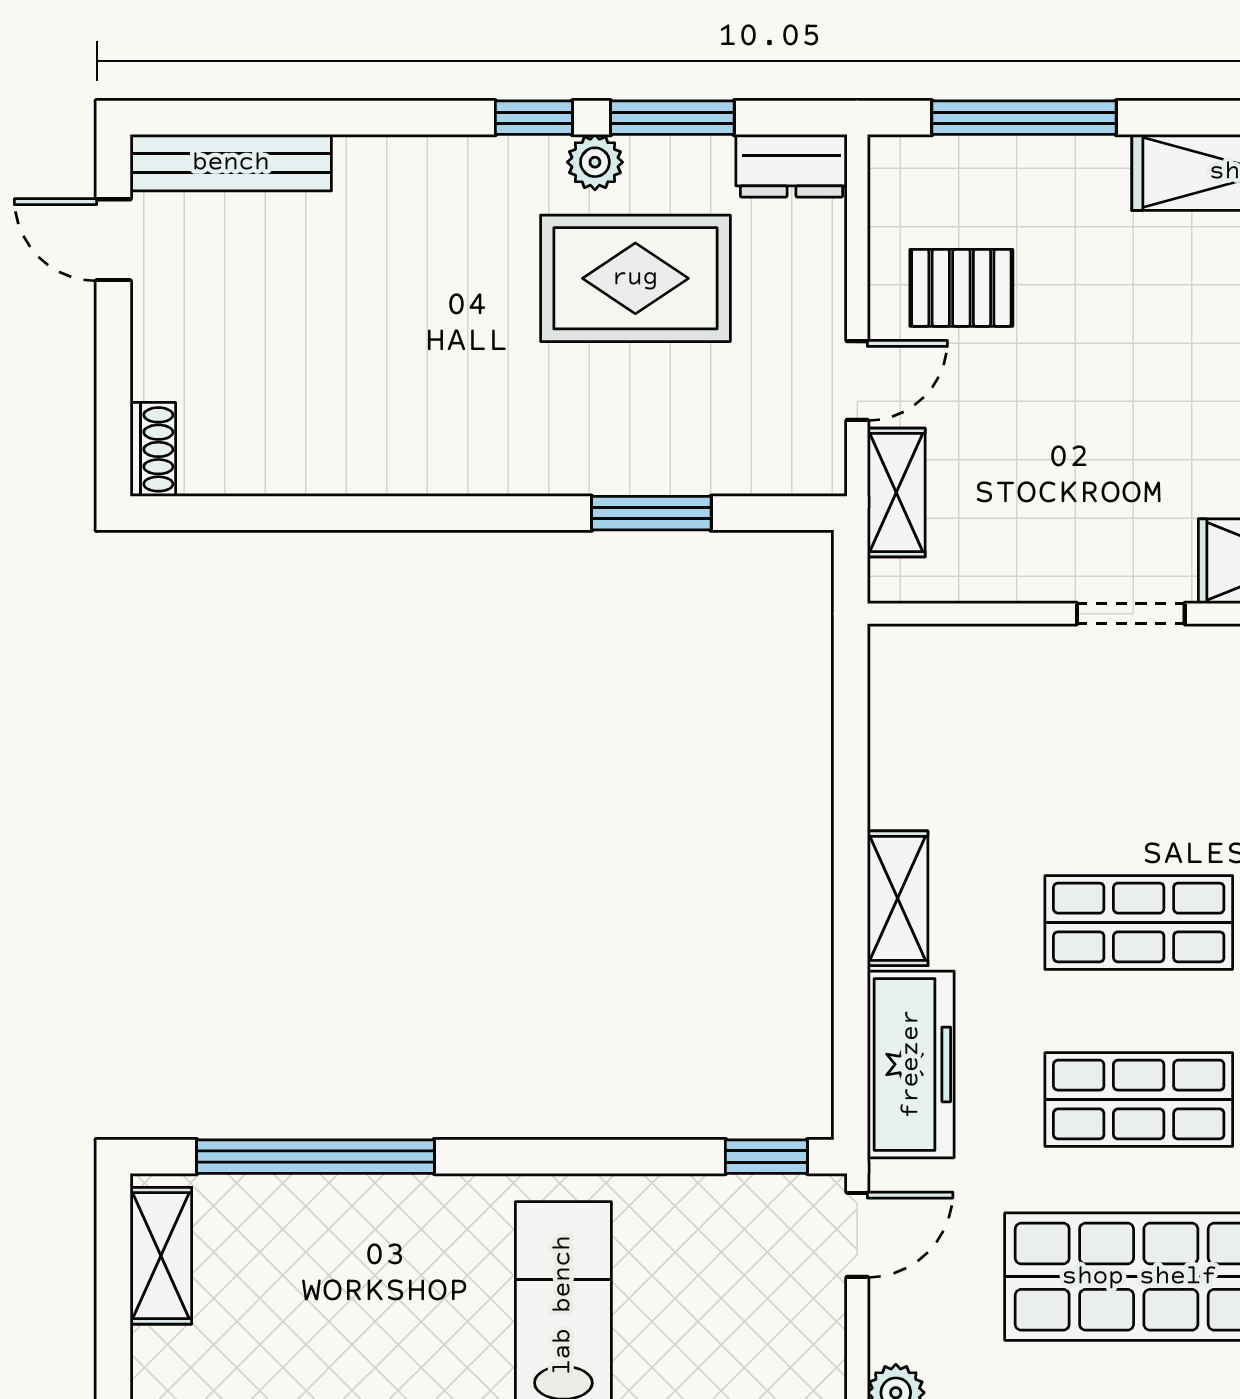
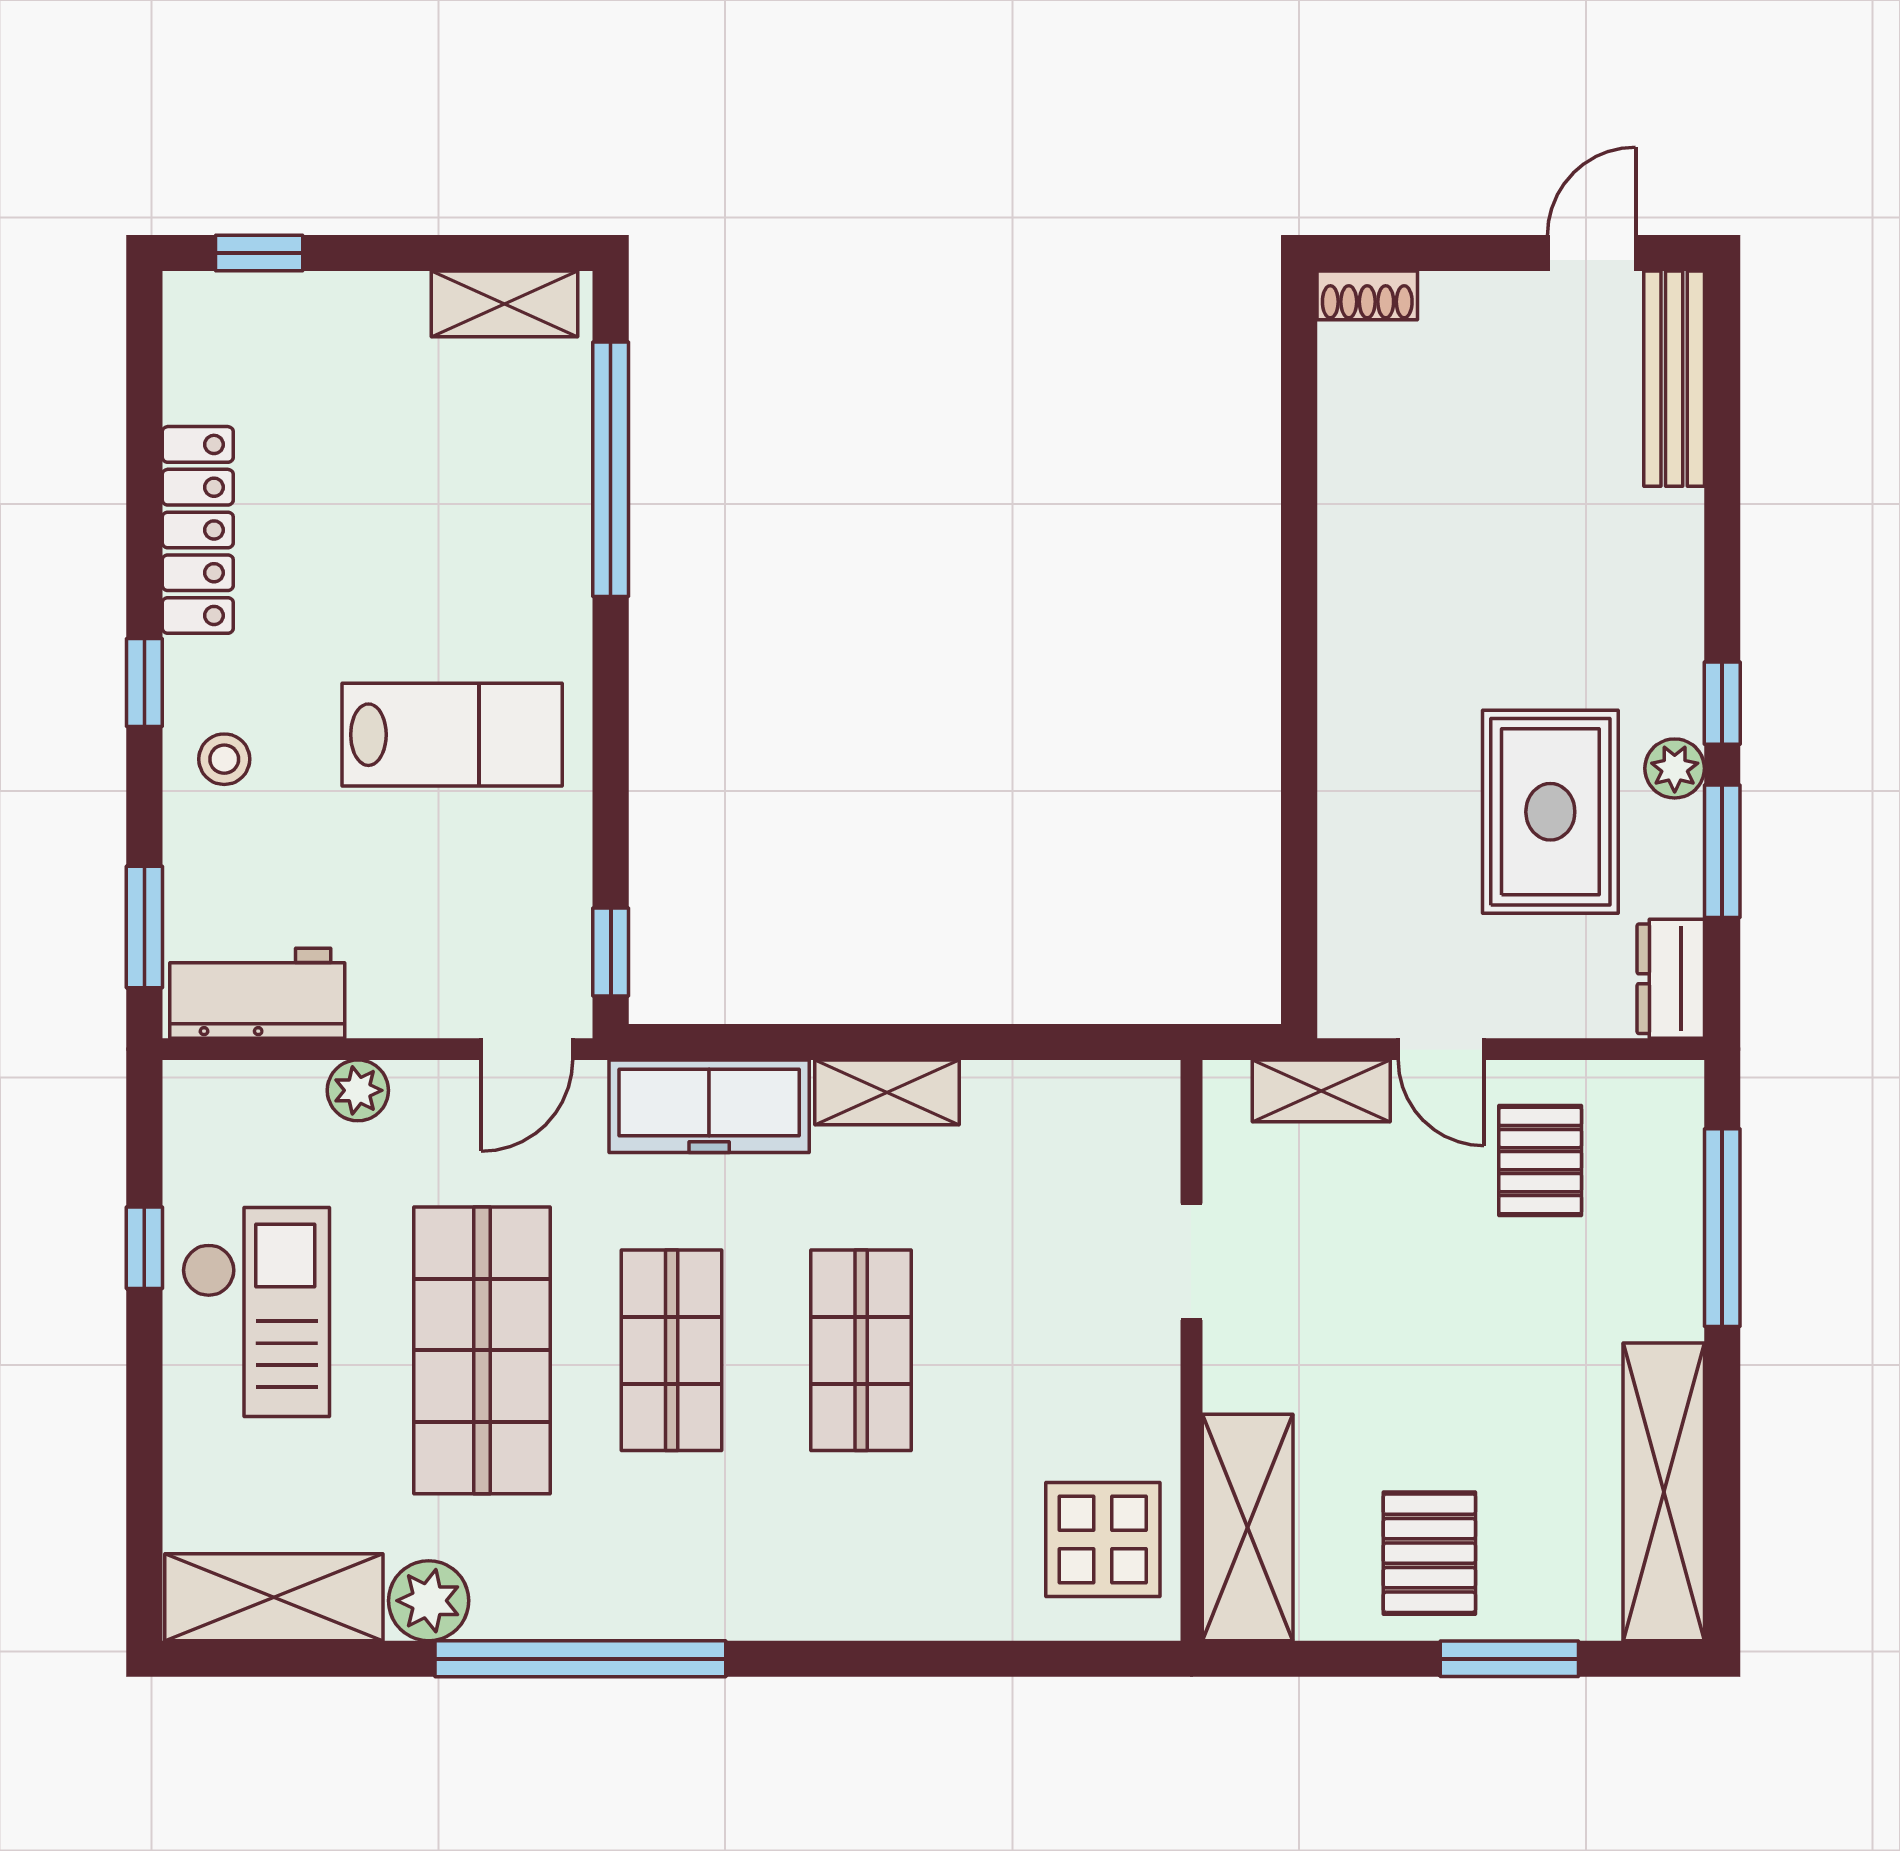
window: (651, 513) -> (1299, 829), removed
doorway: (1131, 614) -> (1191, 1262), moved
door: (857, 1235) -> (527, 1049), hinge flipped

